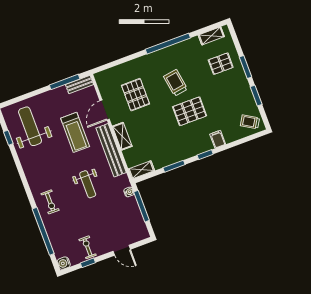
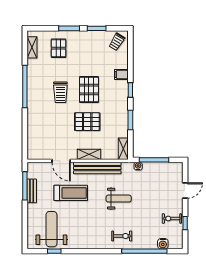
trolley: (176, 83) -> (60, 92), turned -81
bench: (79, 84) -> (32, 191), moved
pallet: (135, 95) -> (87, 122), moved
weight bench: (30, 126) -> (51, 229), turned 90
water cooler: (64, 263) -> (163, 244), moved

